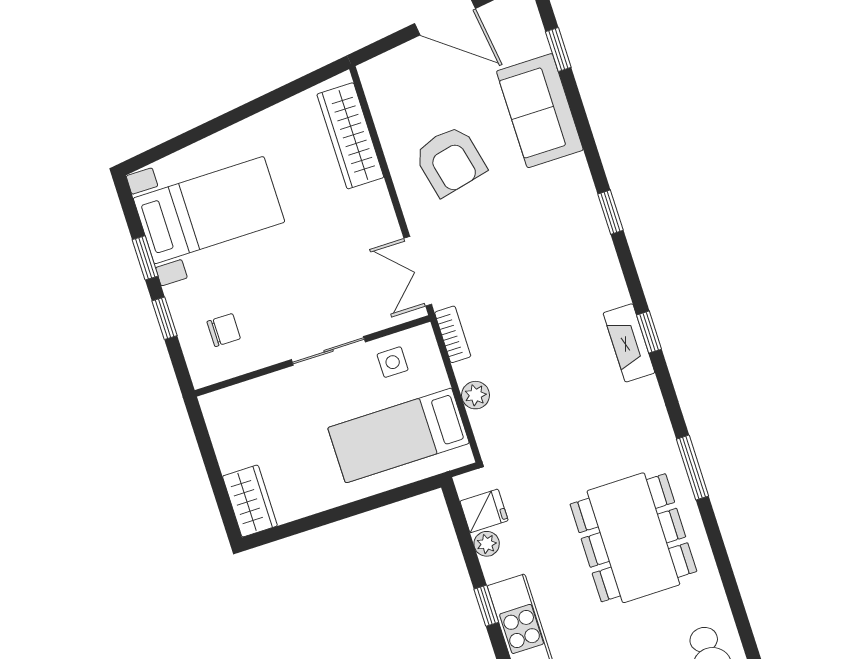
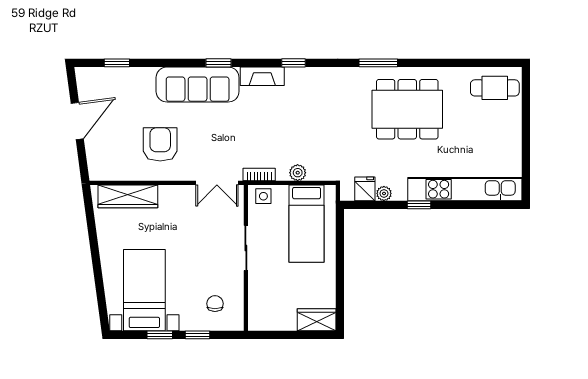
sofa: (540, 111) -> (198, 84), moved, width x1.36
armchair: (450, 161) -> (160, 144), turned -77
fireplace: (629, 343) -> (262, 76), moved
side table: (393, 362) -> (263, 196), moved

